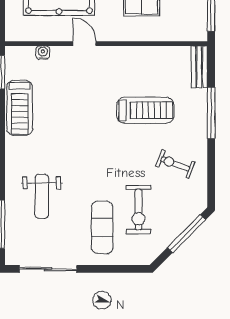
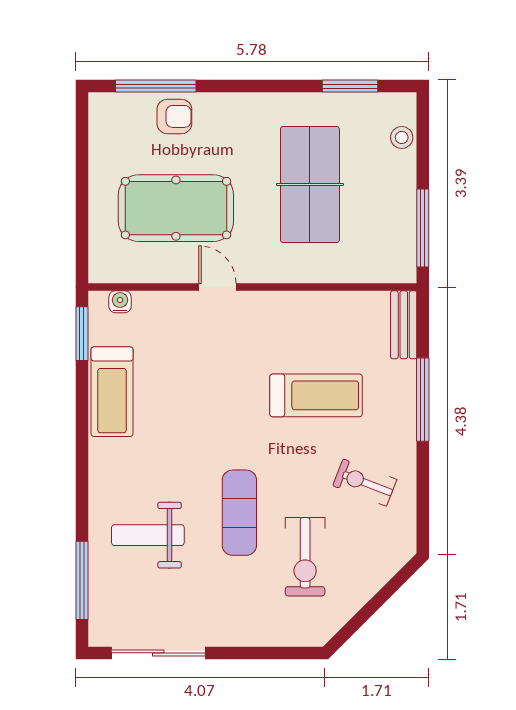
water cooler: (43, 53) -> (120, 302), moved
weight bench: (42, 196) -> (148, 535), turned 90
exercise mat: (102, 227) -> (239, 513), moved
window: (187, 234) -> (383, 596), removed

